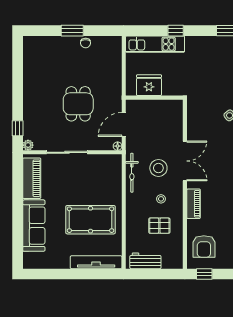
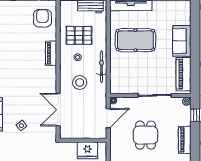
piano: (30, 98) -> (185, 140), added
double door: (185, 161) -> (58, 110), moved
bicycle: (132, 173) -> (101, 67), moved
sofa: (34, 226) -> (182, 41), width x0.73
pallet: (159, 226) -> (79, 35), width x1.50, depth x1.42

